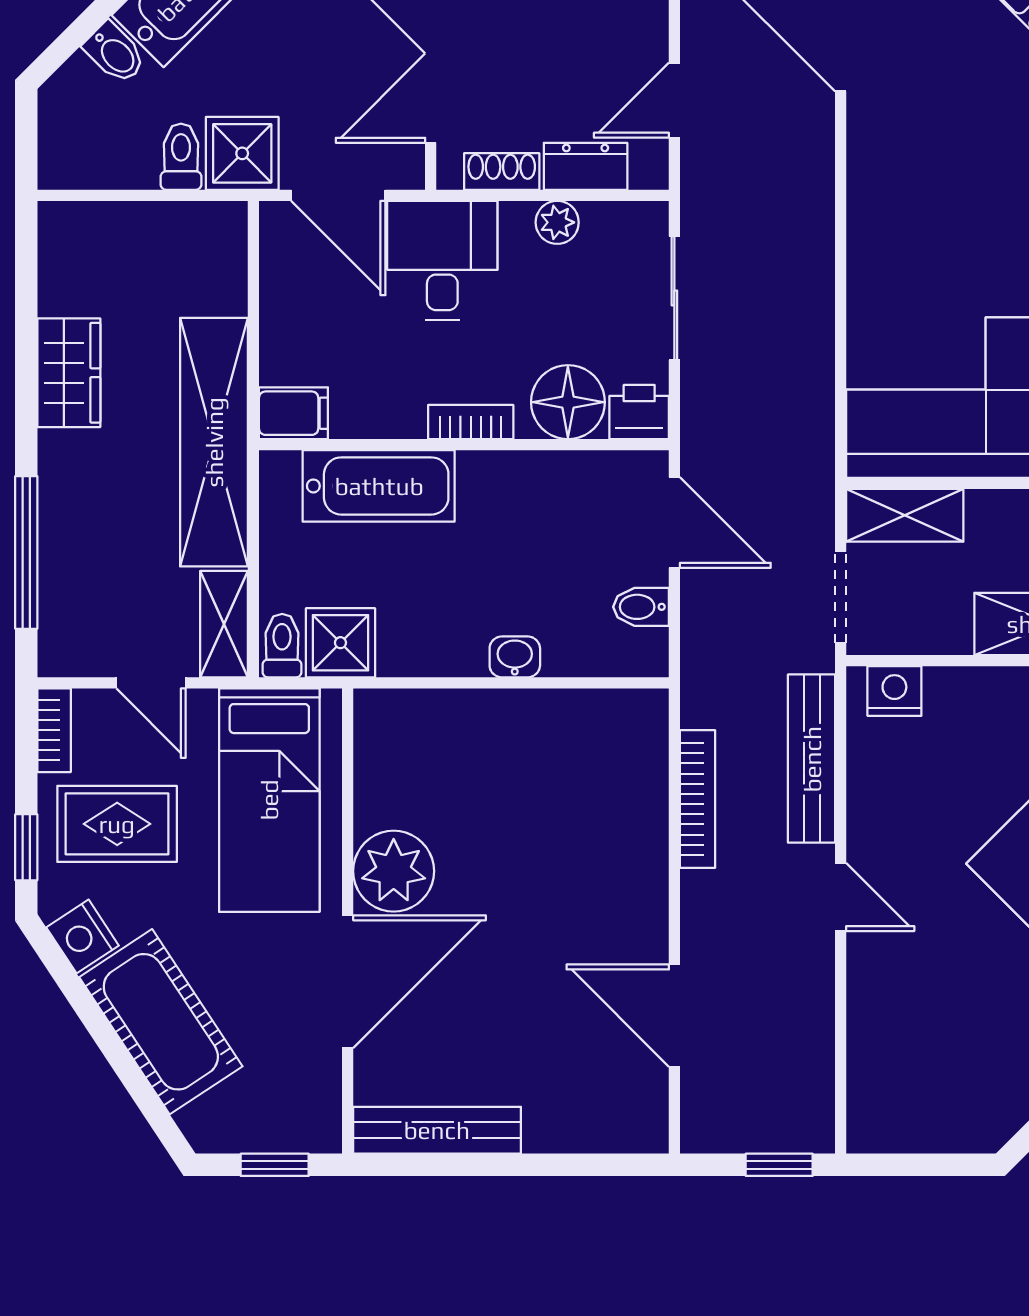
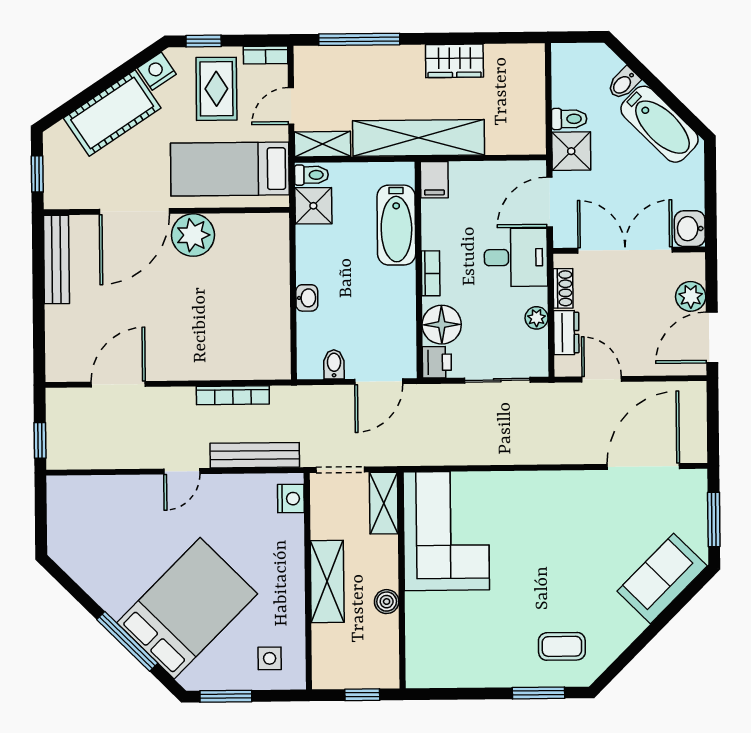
door: (348, 982) -> (134, 211), hinge flipped

